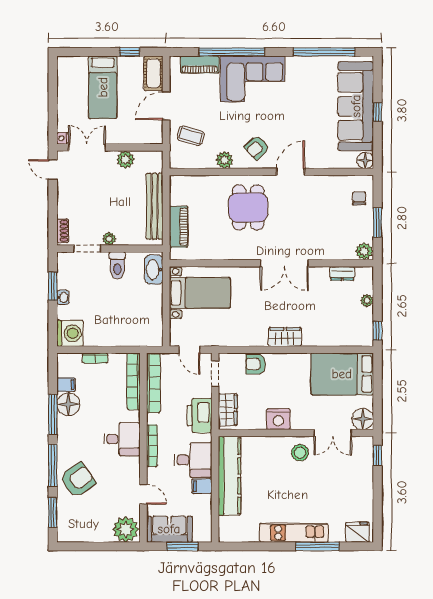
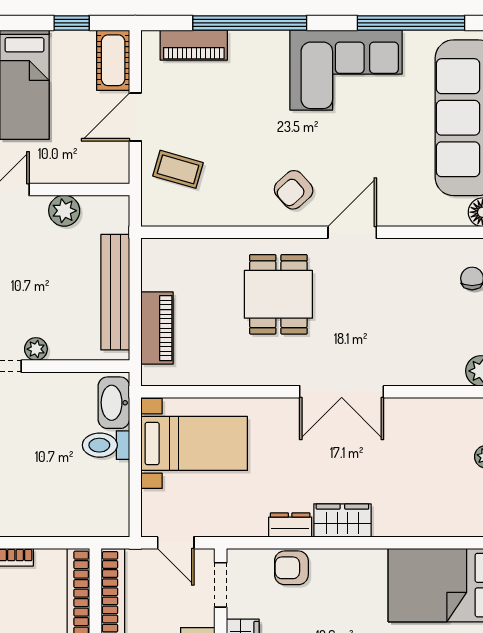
corner sofa: (252, 79) -> (346, 70), moved
plant: (224, 160) -> (237, 212), removed
toilet: (117, 265) -> (106, 445), moved, turned 90
dresser: (342, 273) -> (290, 525), moved, turned 180

